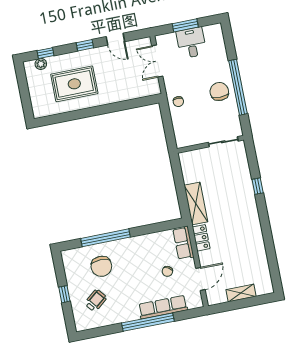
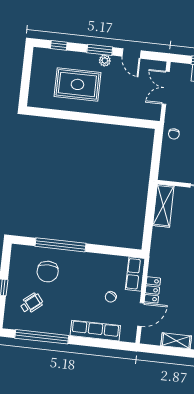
window: (85, 45) -> (100, 50), width x1.50
plant: (41, 64) -> (105, 61), moved
shelving: (196, 204) -> (163, 206), moved
locker: (201, 238) -> (152, 290), moved
window: (148, 322) -> (42, 337), moved

